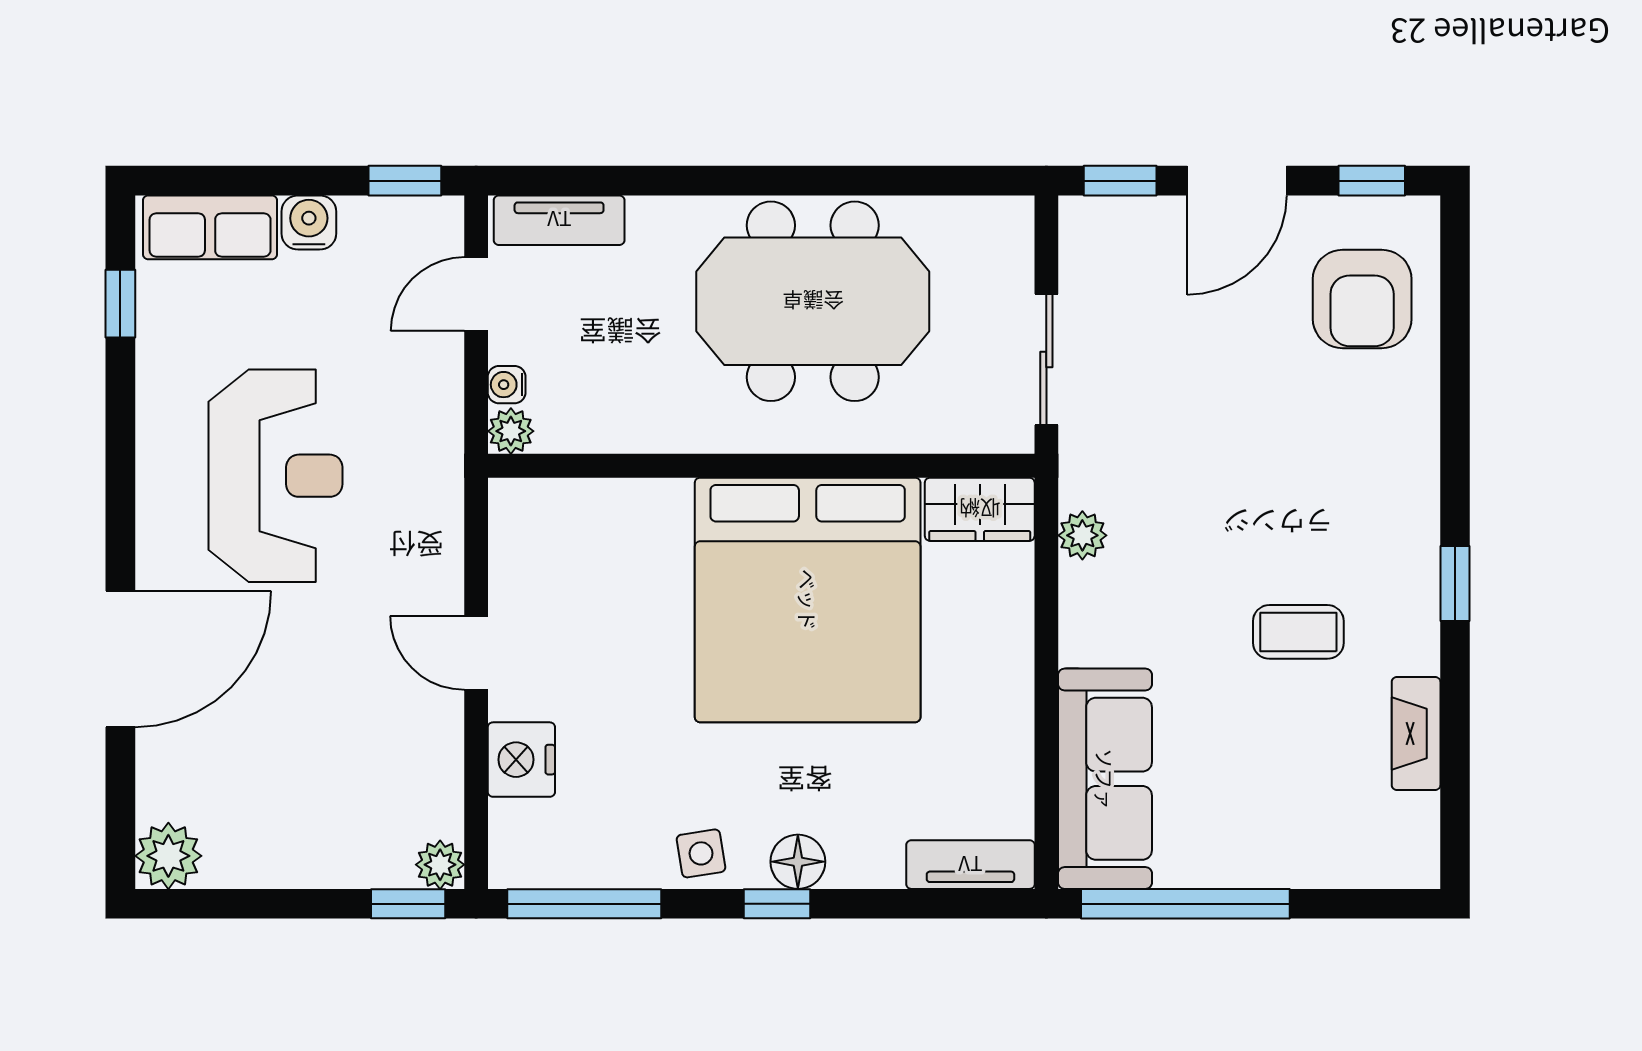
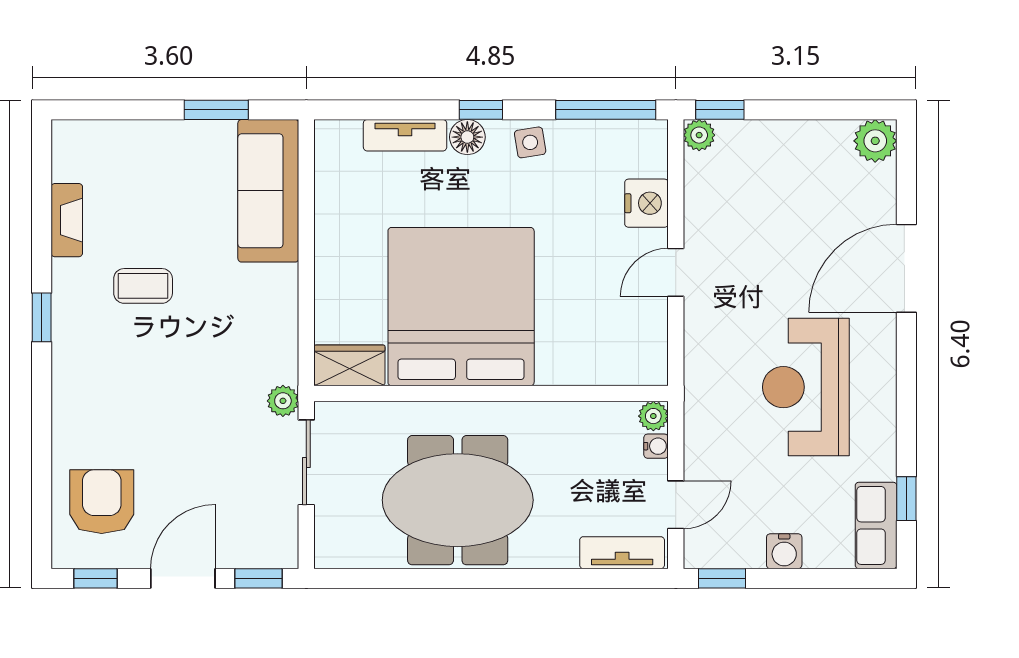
row of seats: (210, 227) -> (876, 525), moved, turned -90
plant: (1082, 535) -> (283, 401), moved
door: (476, 653) -> (676, 272), swing flipped
tv unit: (970, 865) -> (405, 135), moved
window: (1185, 904) -> (216, 110), width x0.47

